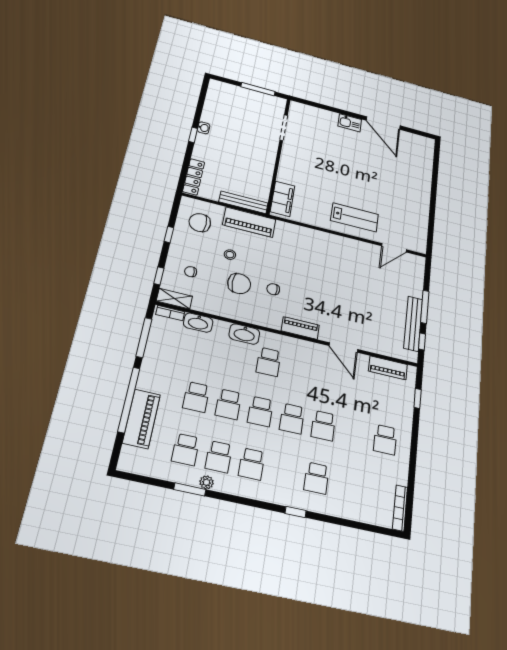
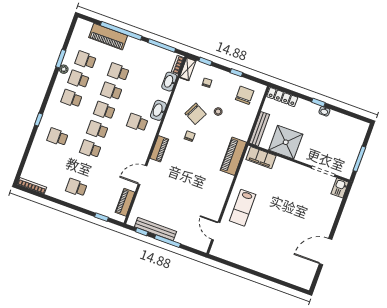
kitchen sink: (350, 123) -> (340, 188), moved
shower: (255, 171) -> (286, 142), added
piano: (249, 222) -> (233, 156), moved
chair: (239, 284) -> (196, 114), turned -63

